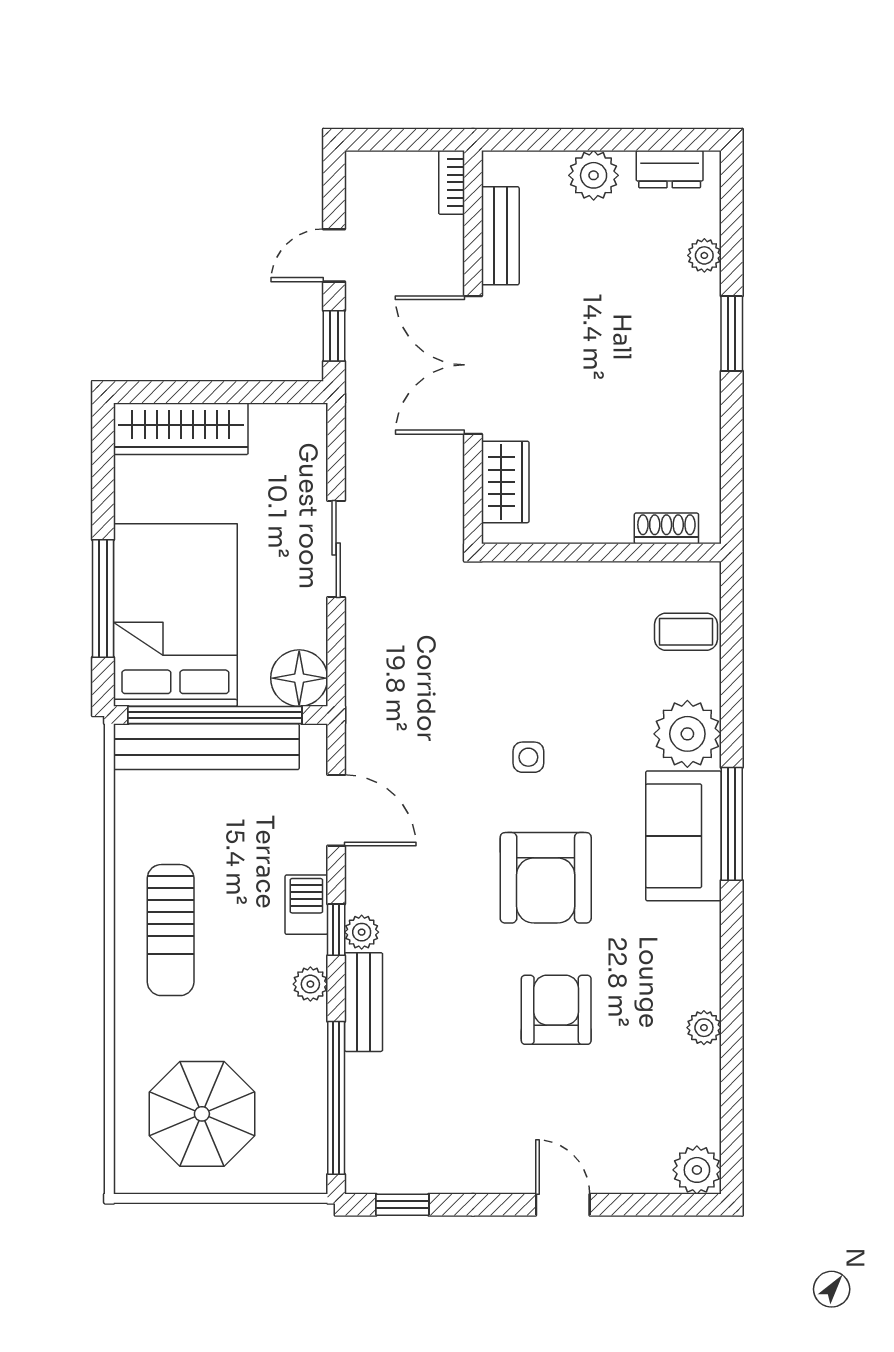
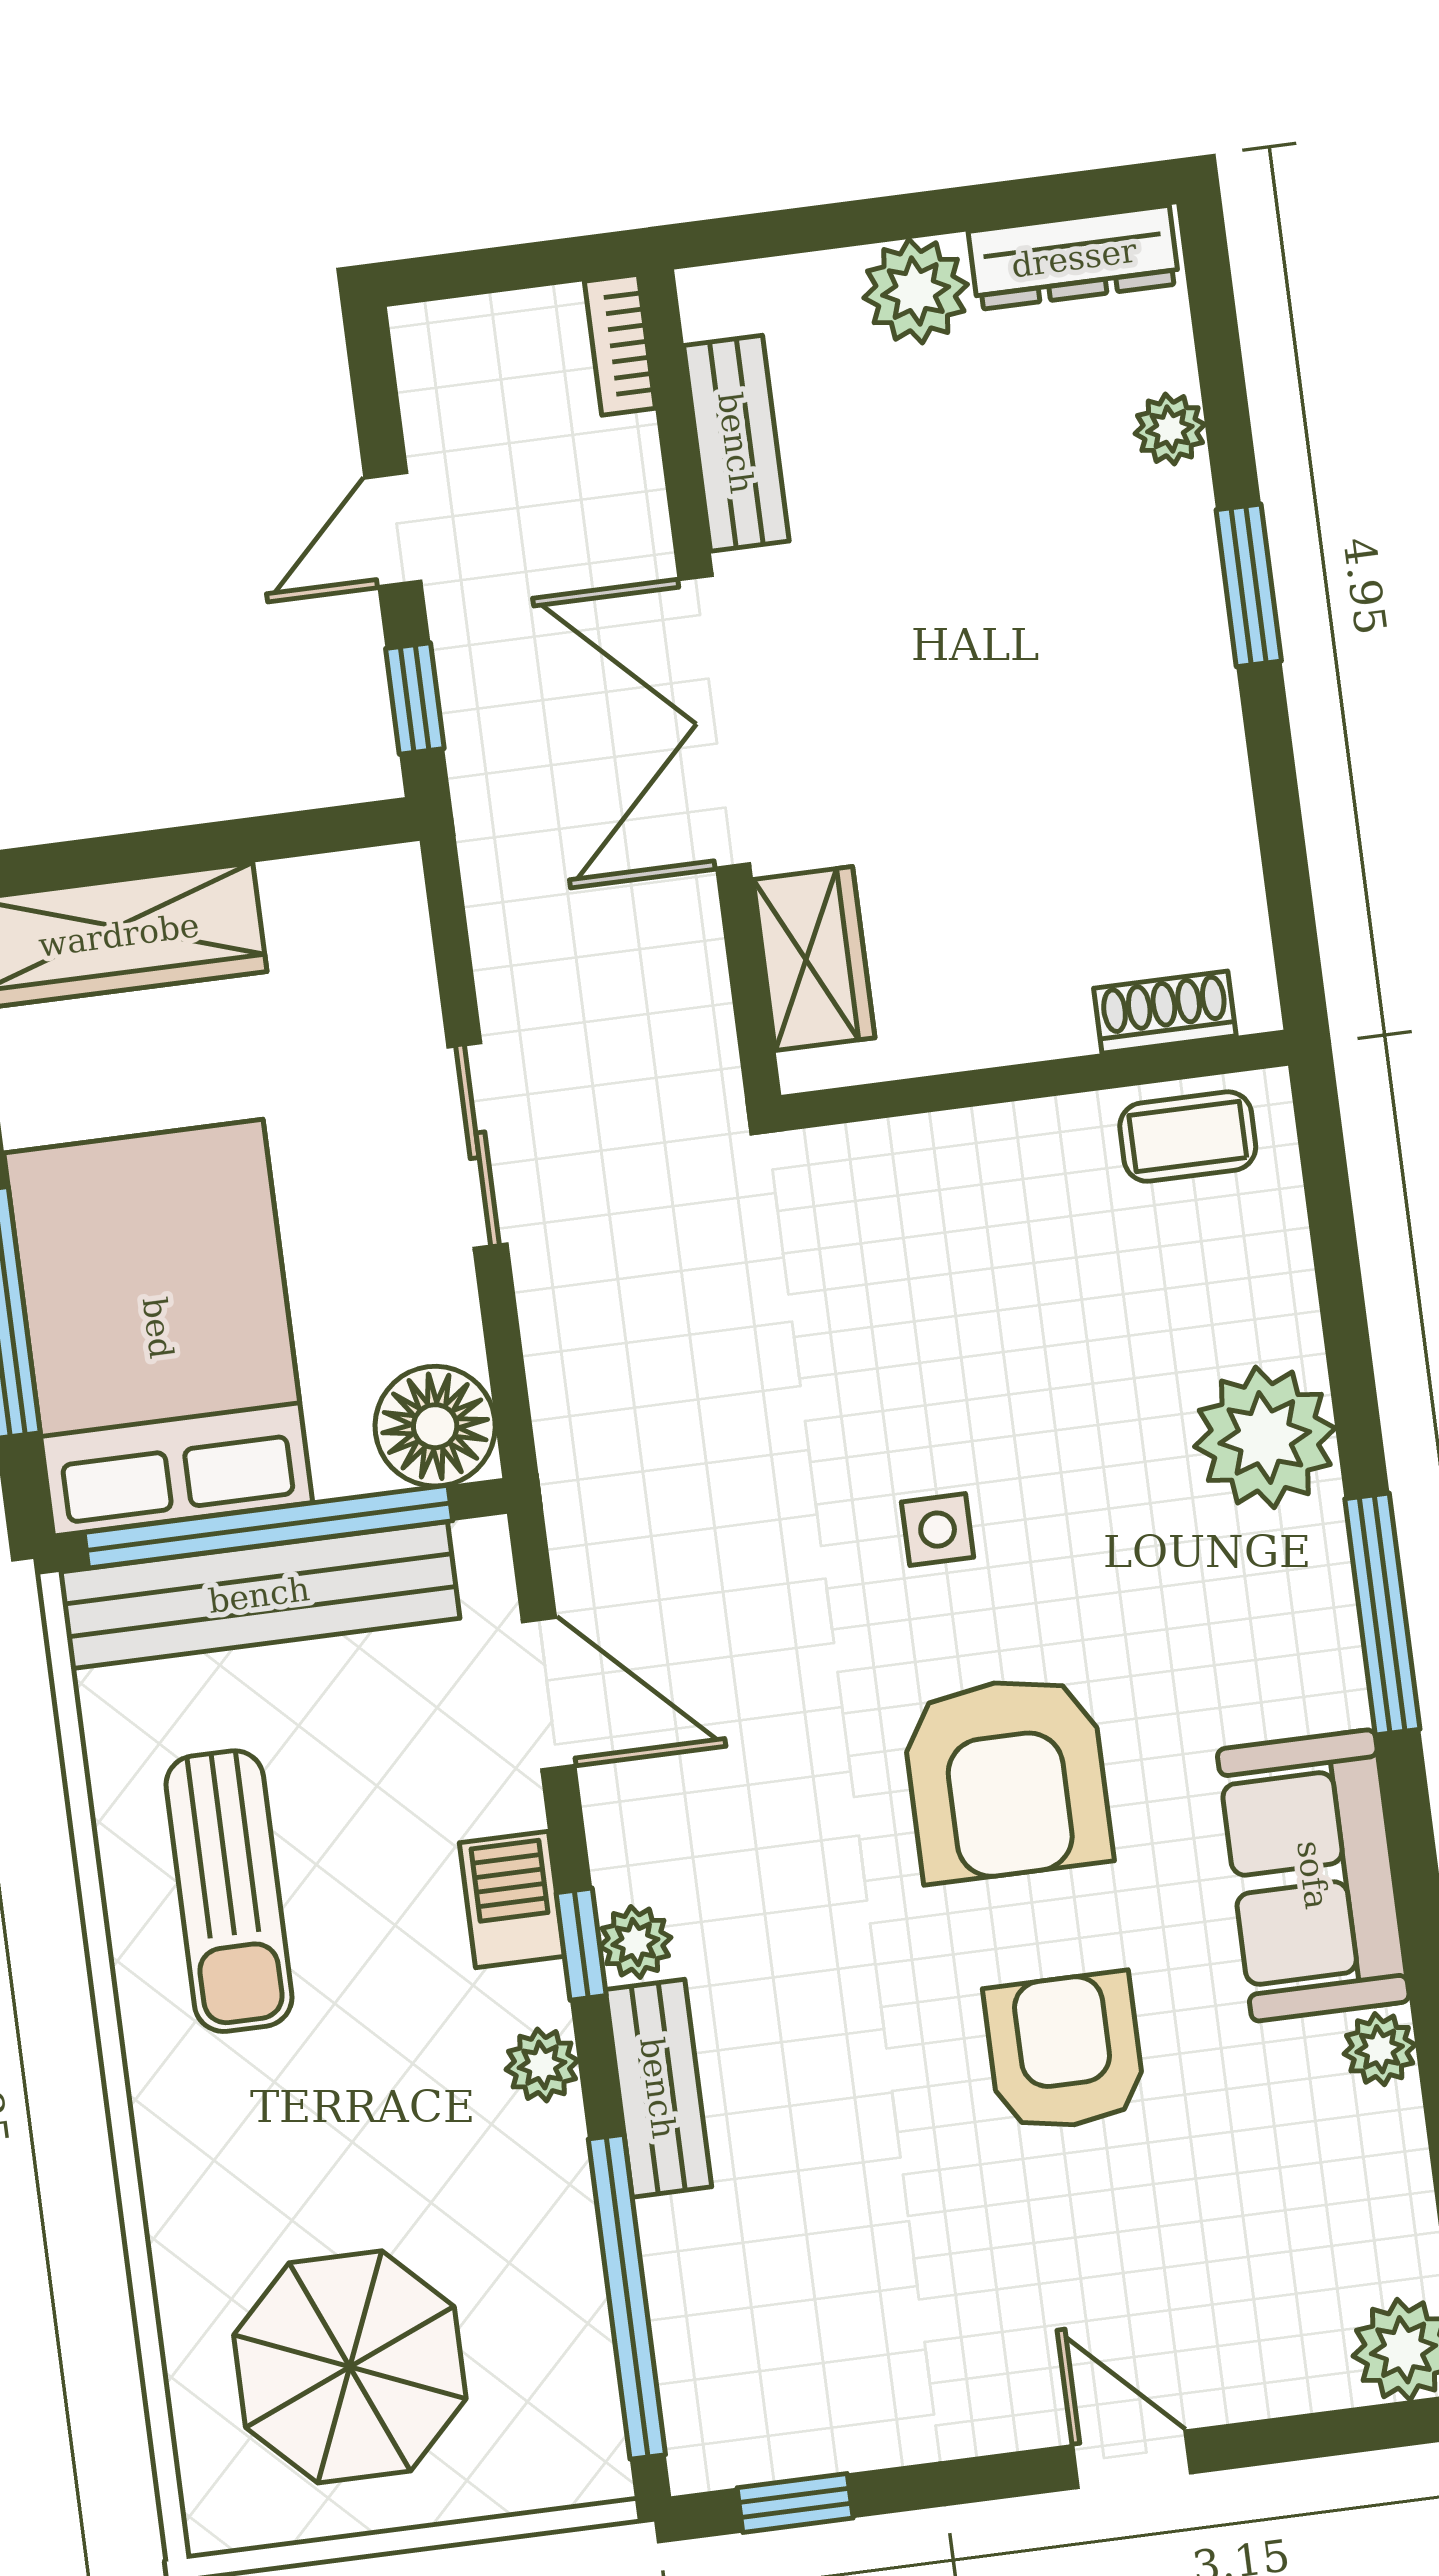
dresser: (670, 169) -> (1074, 258), width x1.44
coffee table: (686, 632) -> (1188, 1137), moved
sofa: (683, 836) -> (1313, 1875), moved
sun lounger: (171, 930) -> (229, 1891), moved

